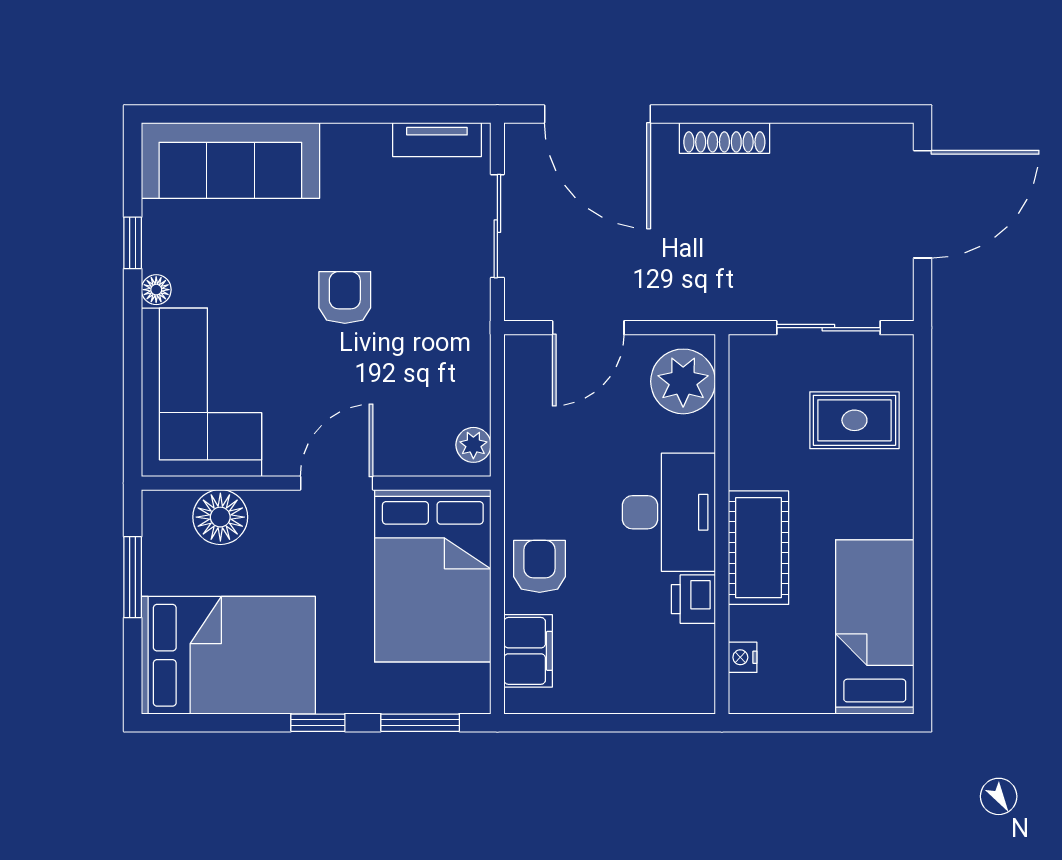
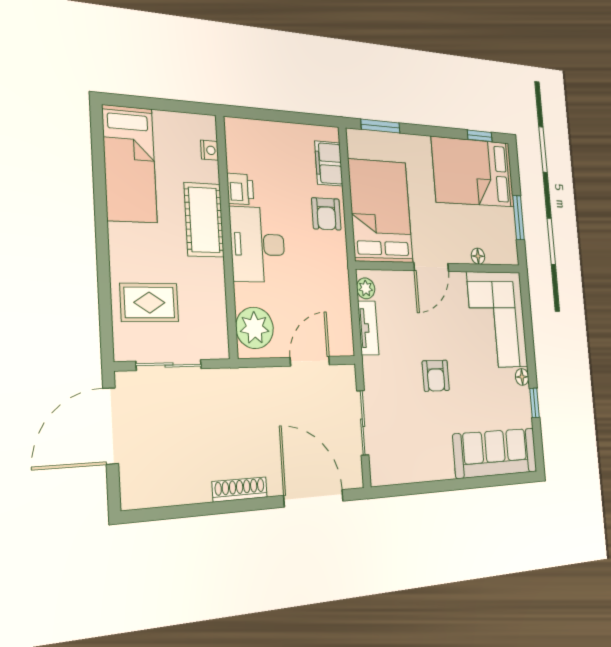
tv unit: (437, 140) -> (368, 328), moved, turned 90
door: (923, 204) -> (111, 426), moved
floor lamp: (220, 517) -> (478, 256), width x0.53, depth x0.53
window: (318, 723) -> (480, 136), moved

